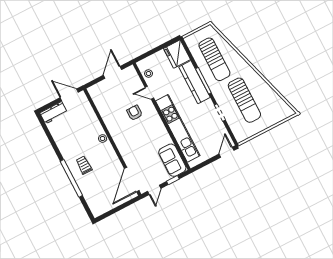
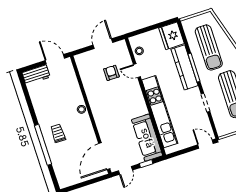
armchair: (135, 113) -> (111, 73), moved
door: (227, 152) -> (205, 144), hinge flipped
sofa: (172, 160) -> (147, 138), width x1.36

